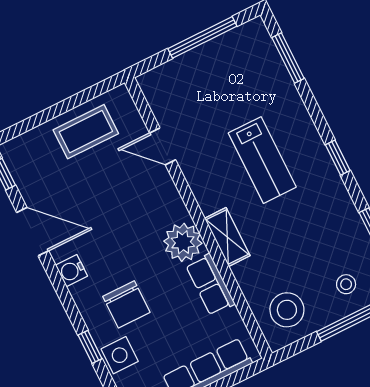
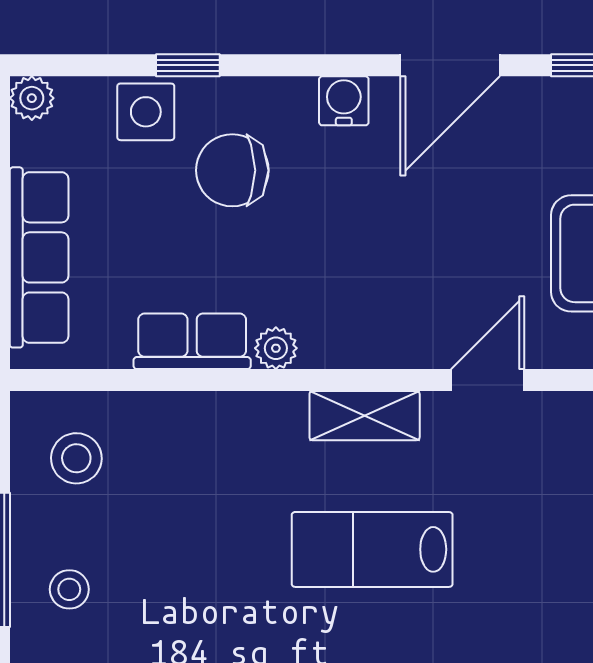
shelving: (227, 237) -> (365, 416), moved
plant: (183, 242) -> (276, 348), width x0.53, depth x0.53
stool: (287, 310) -> (76, 458), width x0.73, depth x0.73

